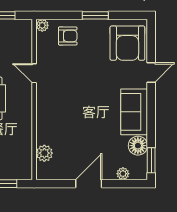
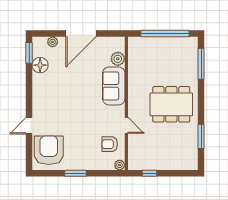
armchair: (68, 36) -> (110, 144), moved
sofa: (134, 112) -> (114, 86), moved, turned 180
door: (89, 184) -> (81, 34), width x1.36

